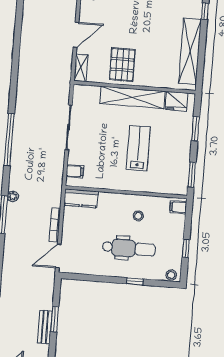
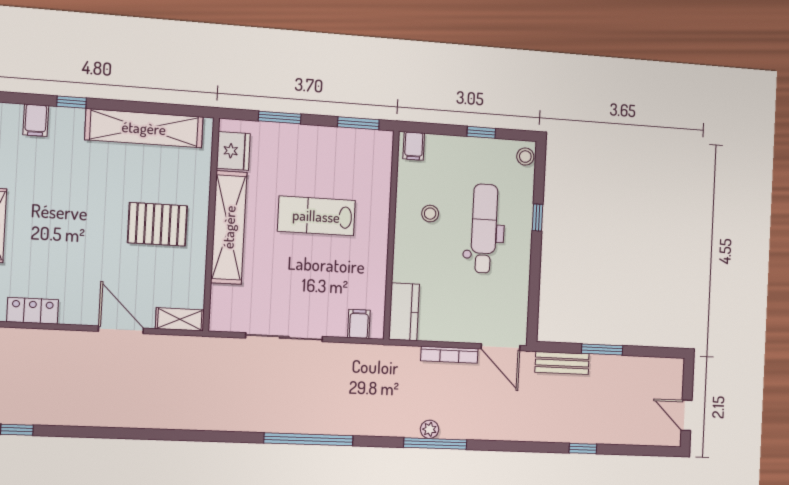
pallet: (122, 65) -> (157, 224), moved
plant: (13, 196) -> (430, 429), moved
bench: (45, 327) -> (562, 363), moved

